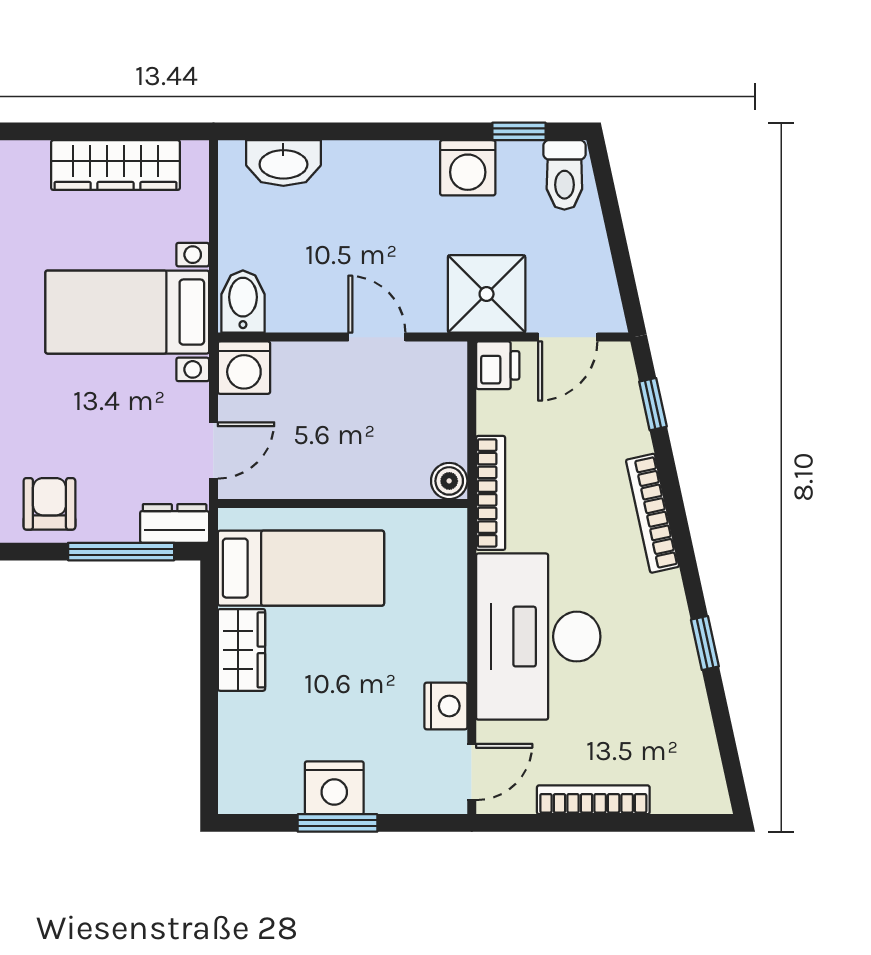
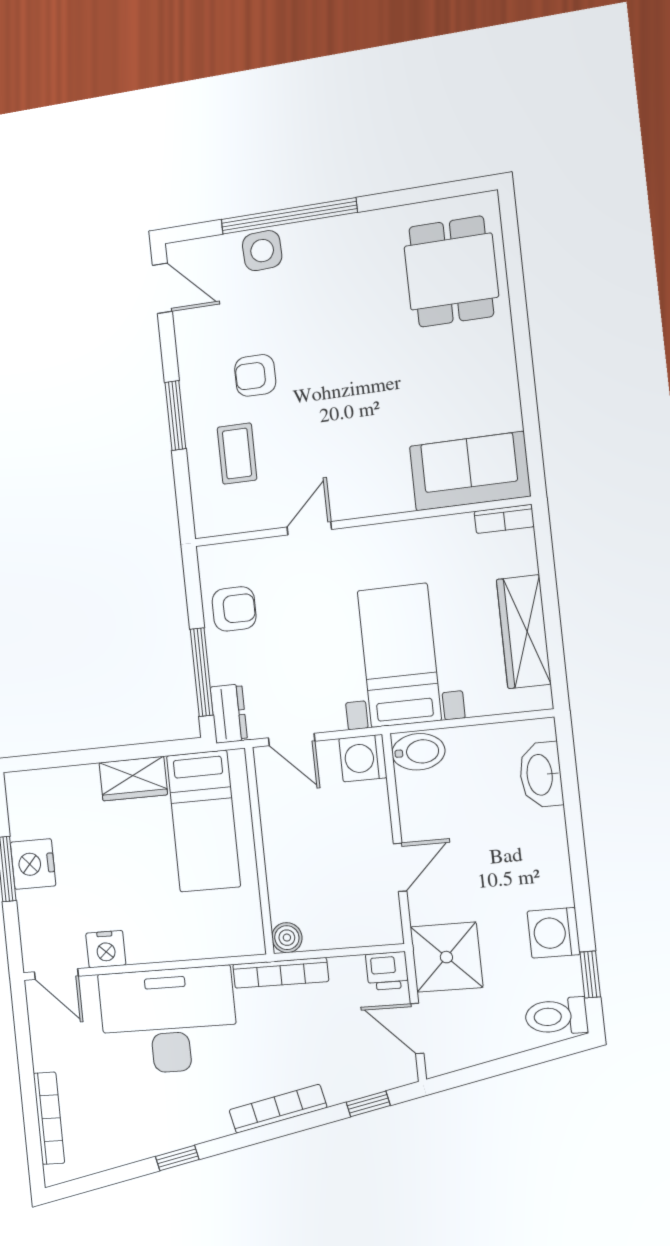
bookcase: (593, 800) -> (49, 1118), moved

